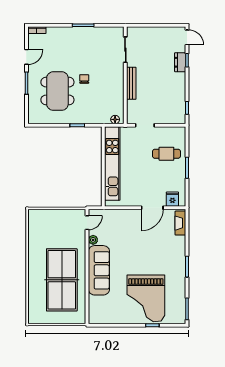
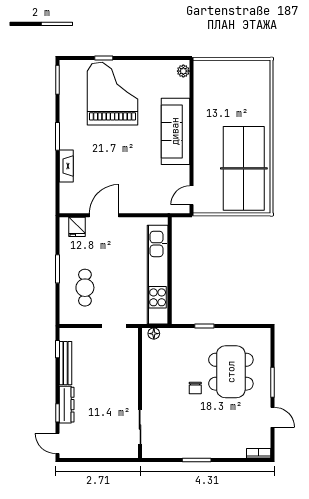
door: (26, 57) -> (272, 417), swing flipped
dresser: (180, 62) -> (67, 405), width x1.44
bench: (131, 83) -> (65, 363), moved
cafe table: (166, 154) -> (85, 288), turned 90
fireplace: (180, 223) -> (66, 166), moved
plant: (93, 240) -> (183, 71), moved
table tennis table: (62, 280) -> (244, 168), moved

